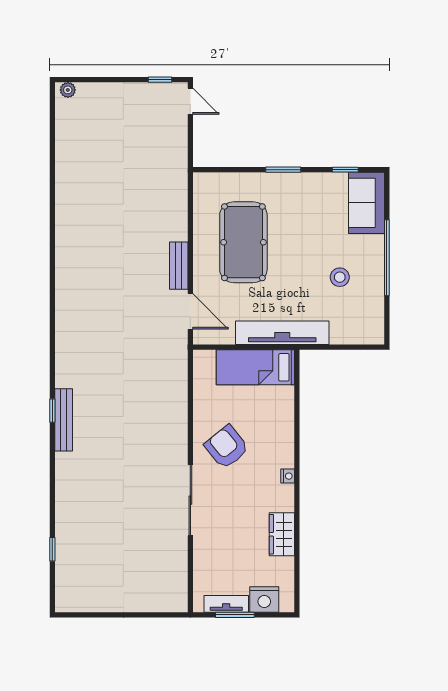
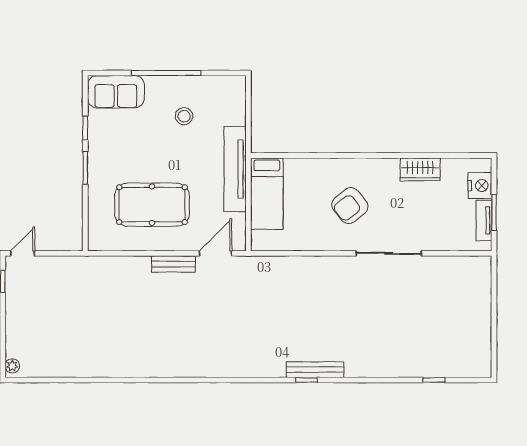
window: (345, 170) -> (85, 128), moved
armchair: (227, 447) -> (350, 206), moved
nightstand: (288, 476) -> (367, 164), removed

